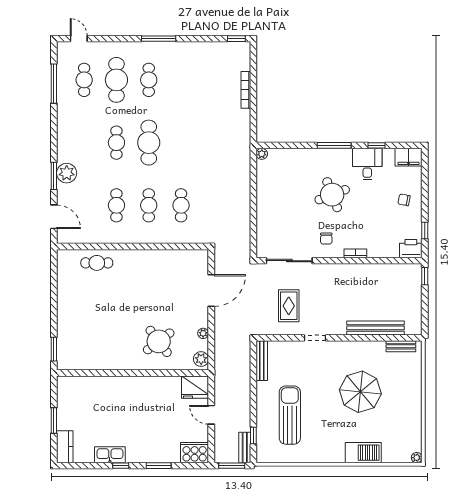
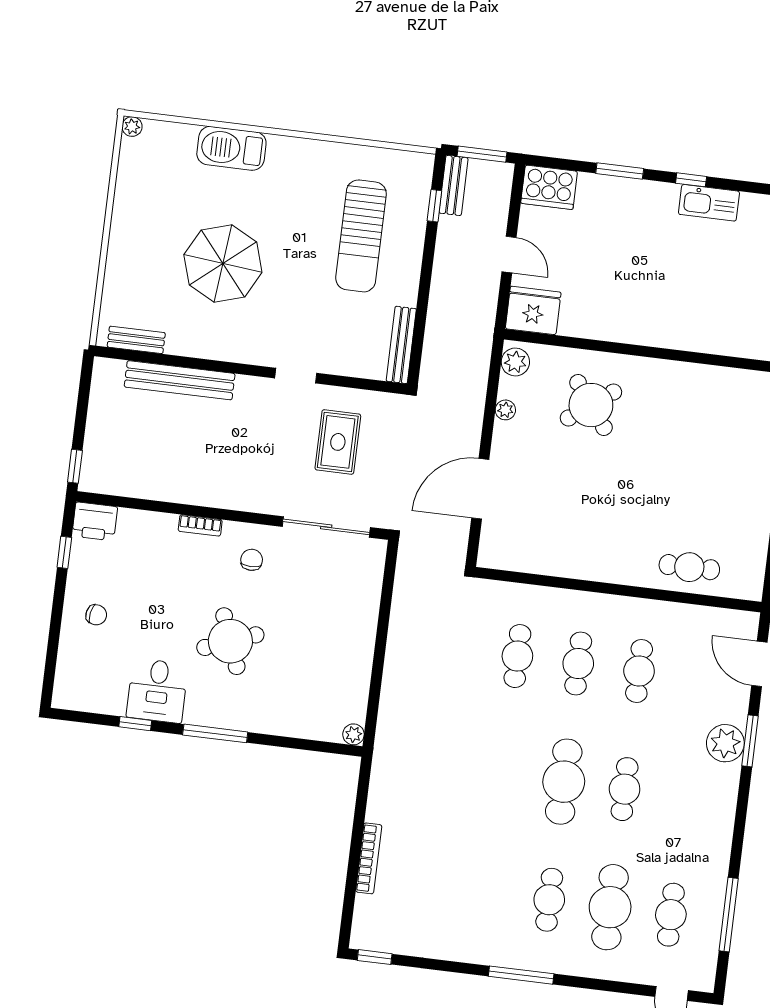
filing cabinet: (408, 157) -> (78, 694), removed

